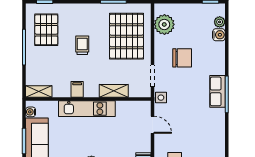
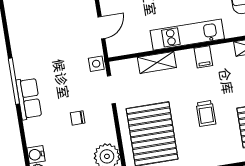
chair: (182, 58) -> (78, 118), width x0.54, depth x0.54
row of seats: (217, 91) -> (29, 99), moved
door: (152, 125) -> (101, 28), swing flipped

